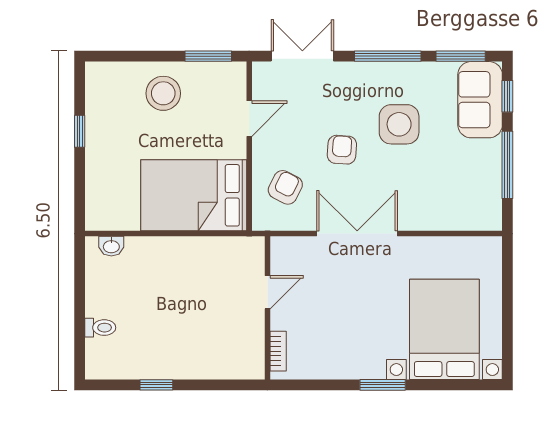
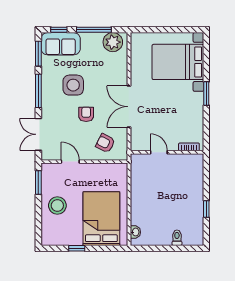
armchair: (342, 150) -> (86, 114), turned 86
bed: (194, 195) -> (101, 219), moved, turned 180
plant: (483, 202) -> (113, 42), added

